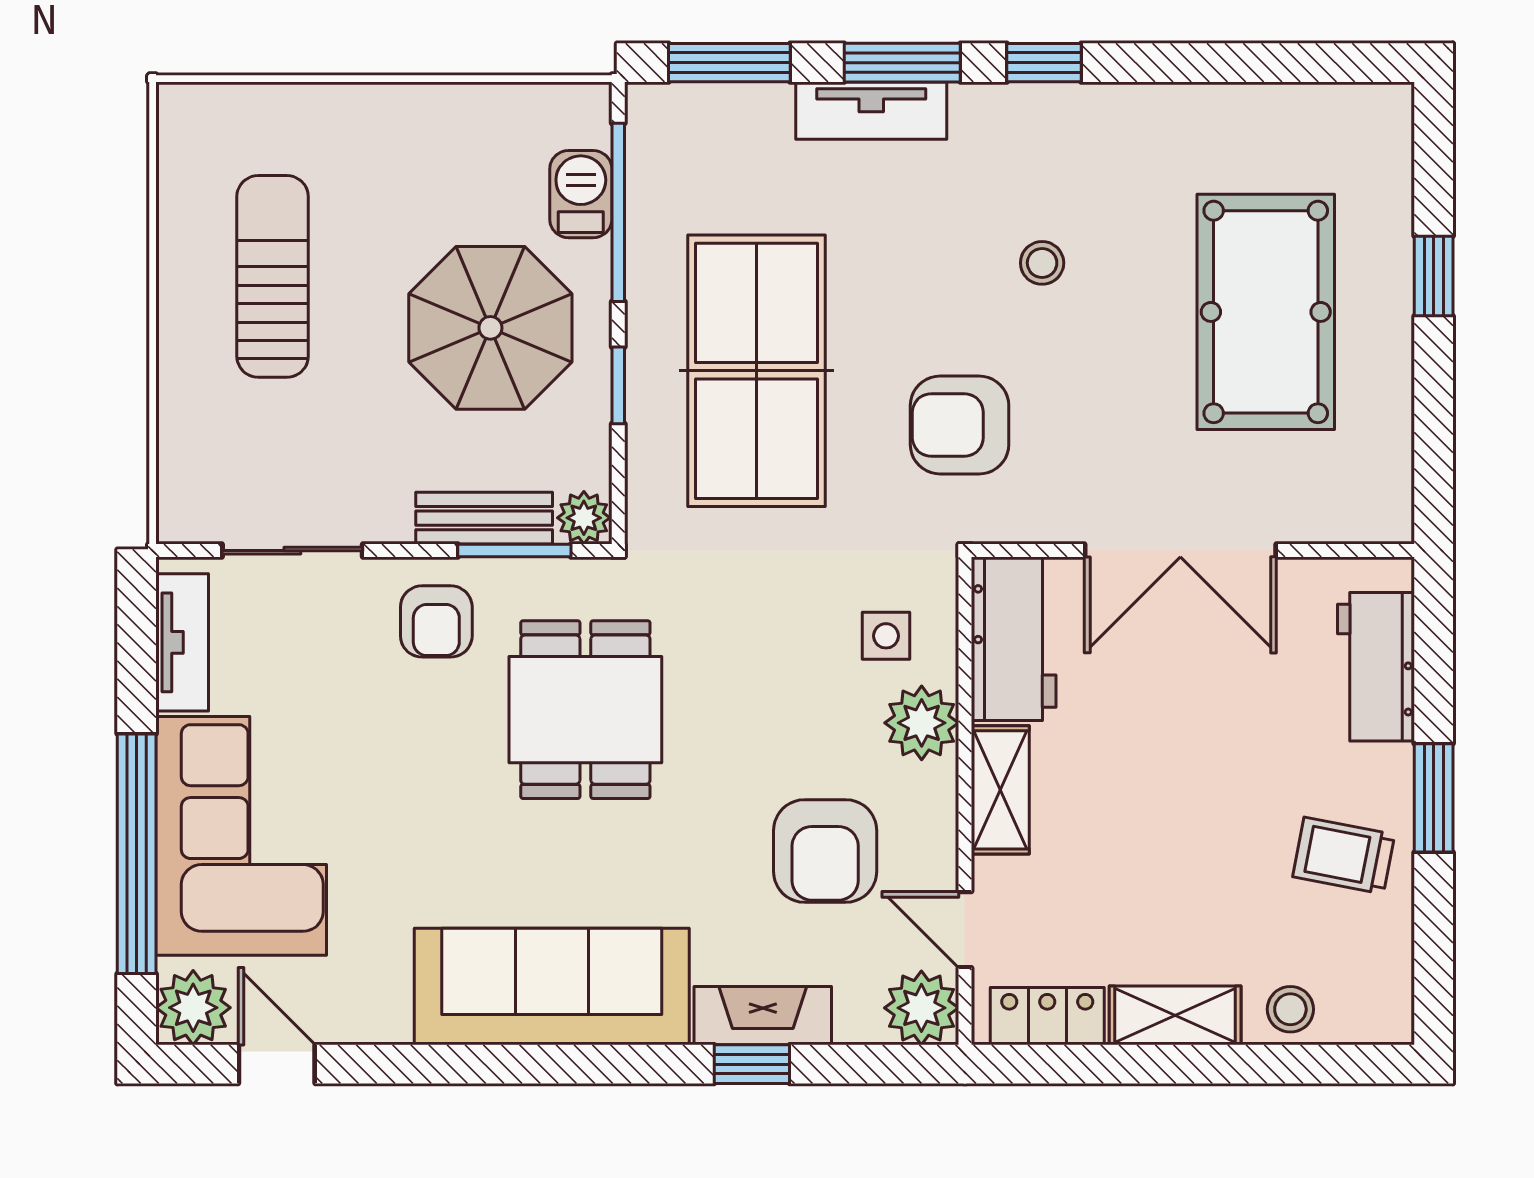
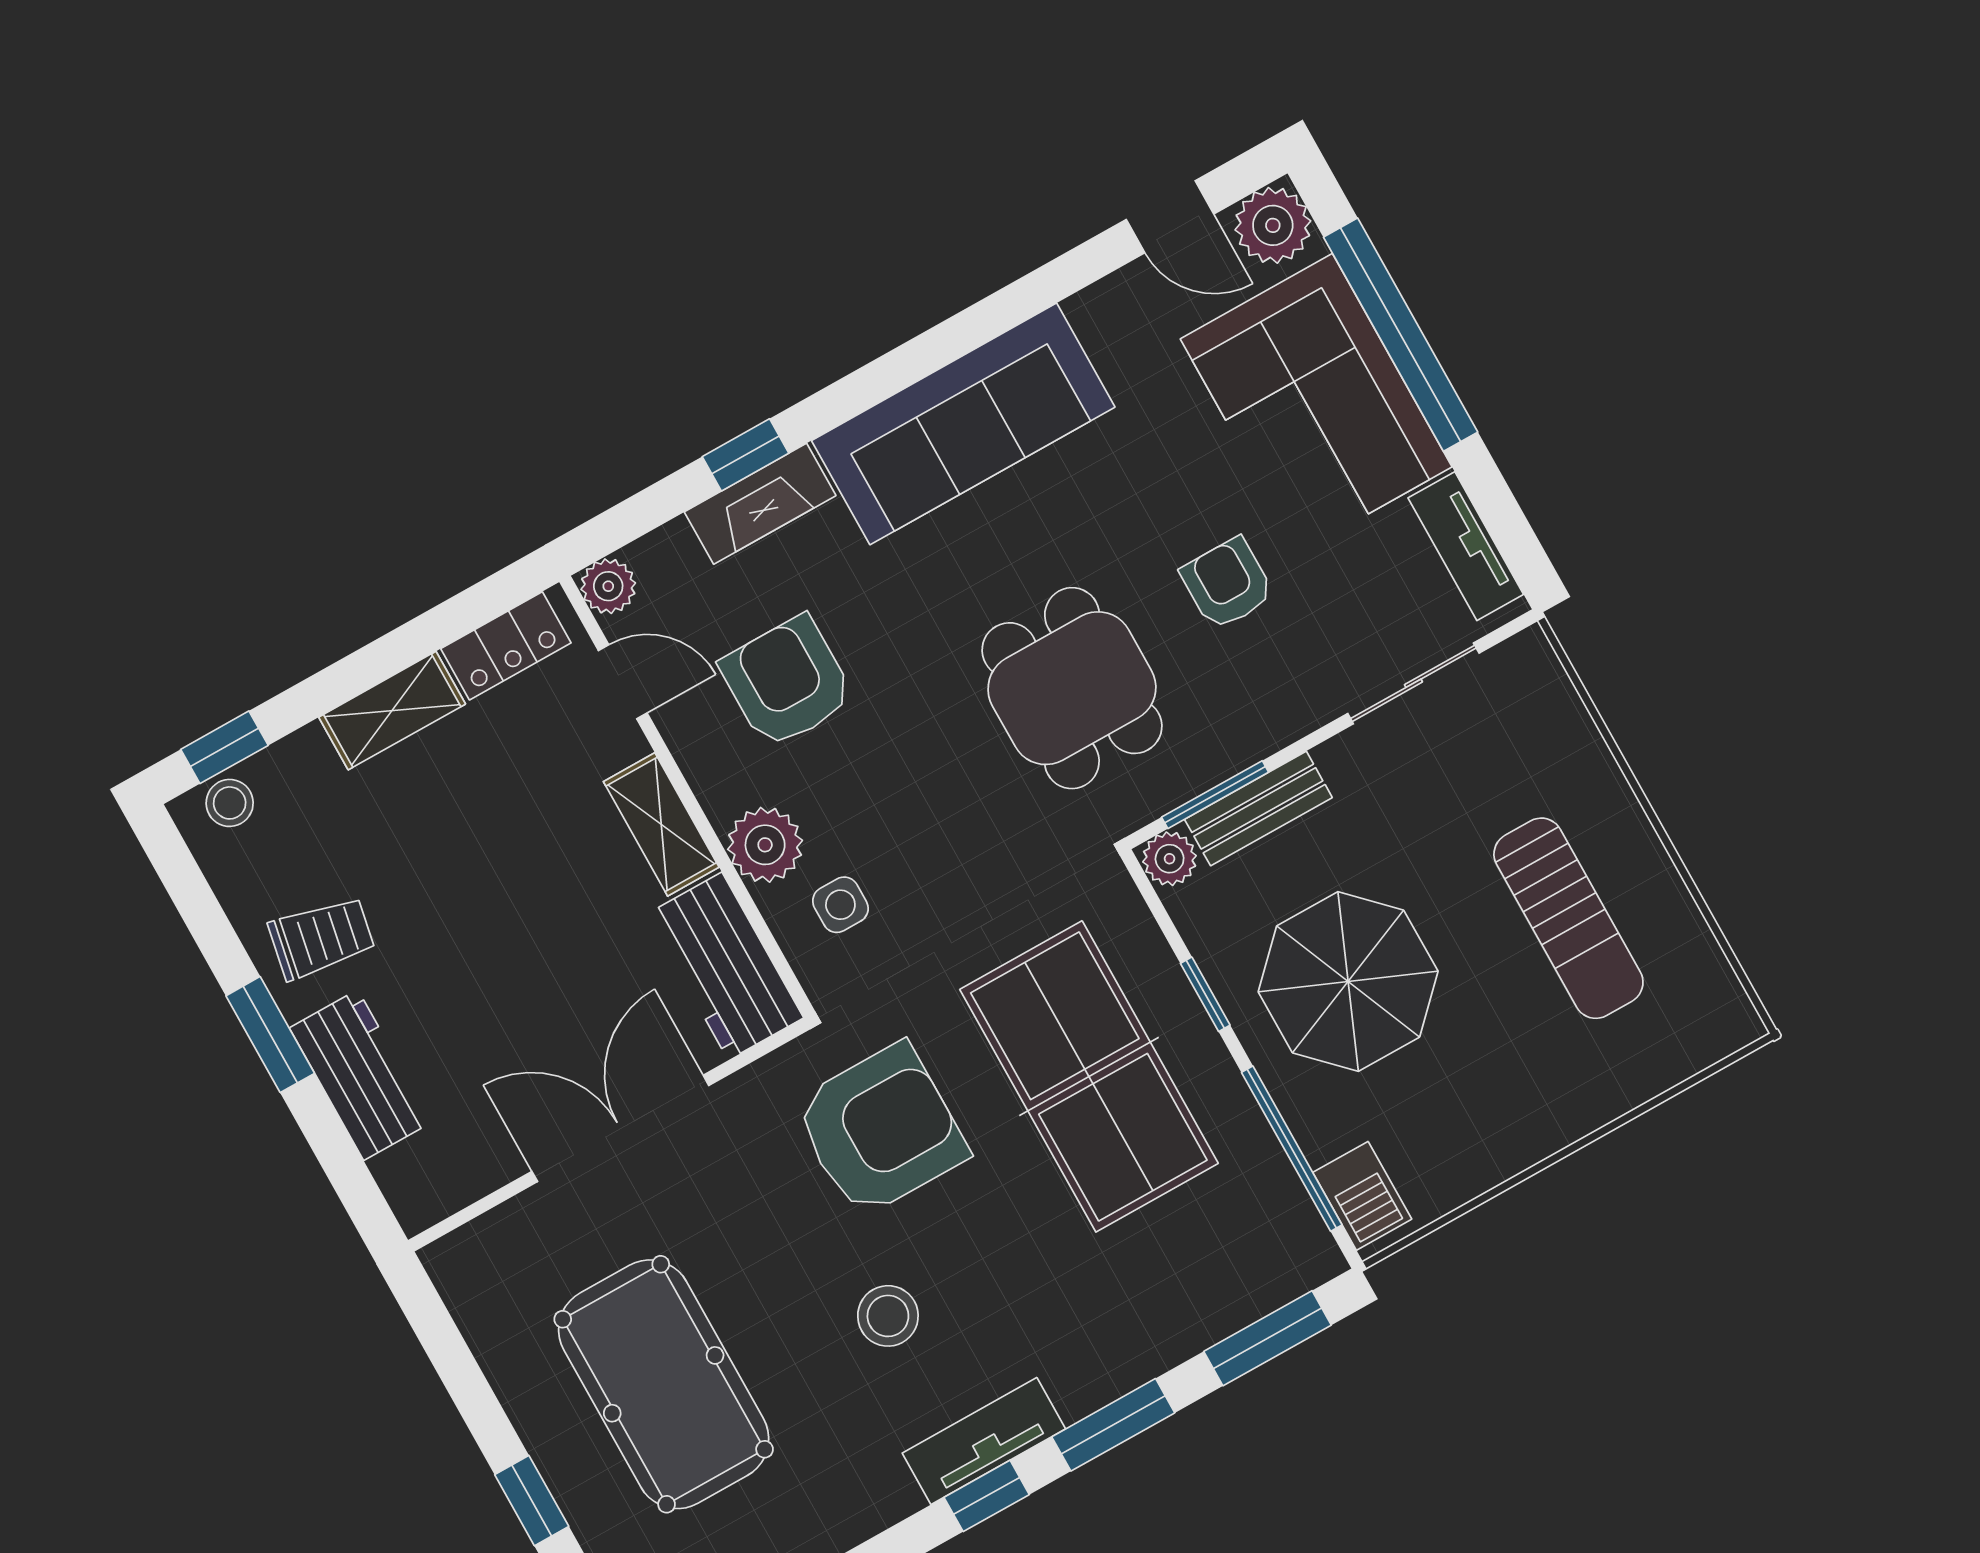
tv unit: (871, 111) -> (984, 1441), moved
barbecue: (581, 194) -> (1362, 1196), moved
stool: (1042, 263) -> (888, 1316), width x1.37, depth x1.37
armchair: (960, 425) -> (880, 1130), width x1.36, depth x1.36
armchair: (436, 621) -> (1227, 584), moved
workbench: (1376, 667) -> (361, 1075), moved
plant: (921, 1008) -> (608, 586), width x0.73, depth x0.73
stool: (1290, 1009) -> (230, 803), moved
window: (1335, 1064) -> (224, 747), added

